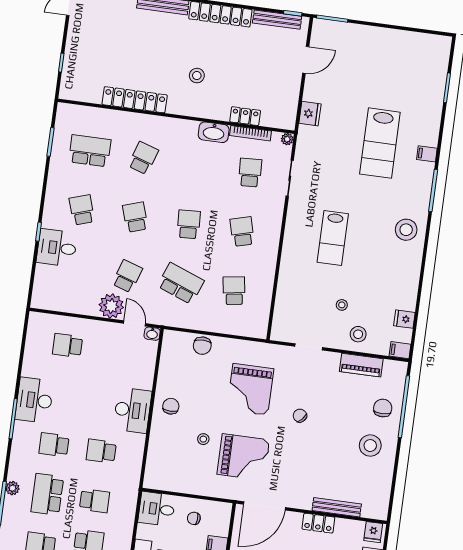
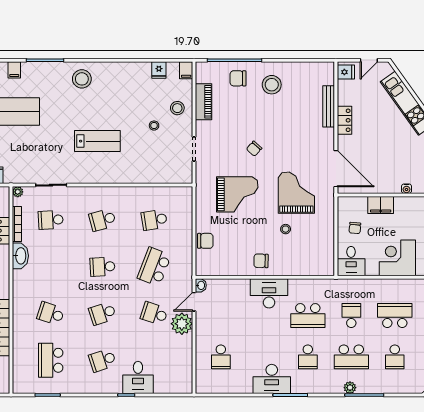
school desk: (101, 451) -> (308, 316), width x1.85

